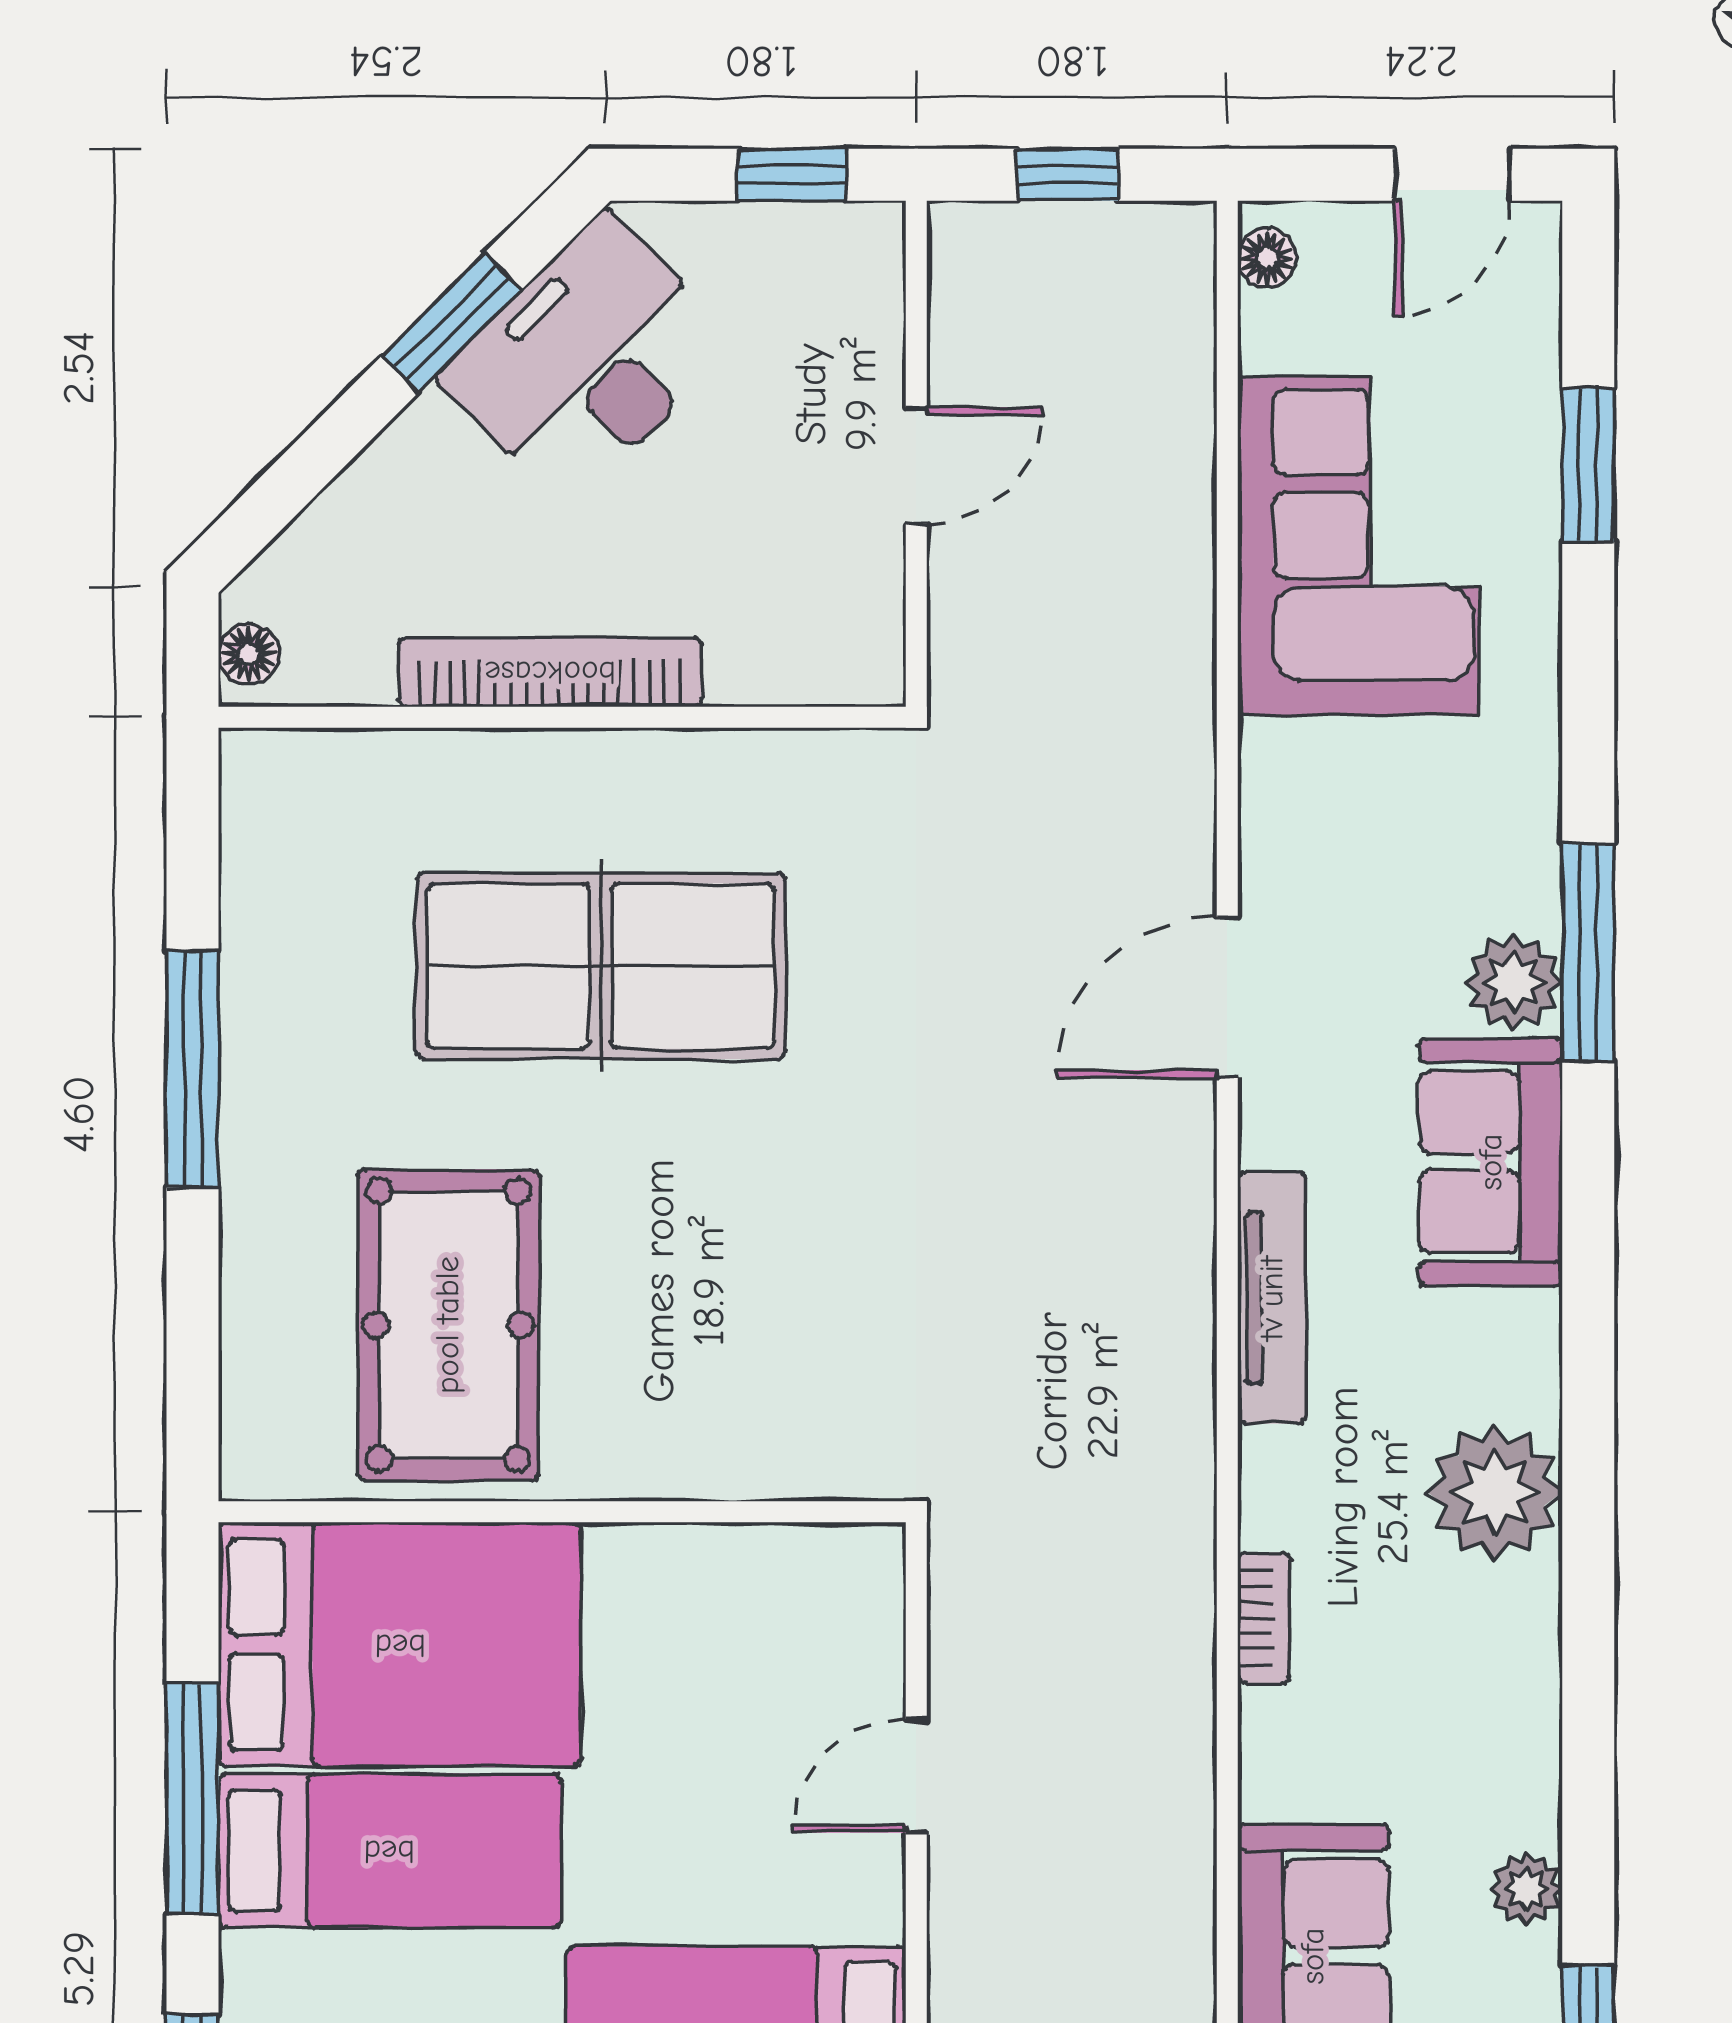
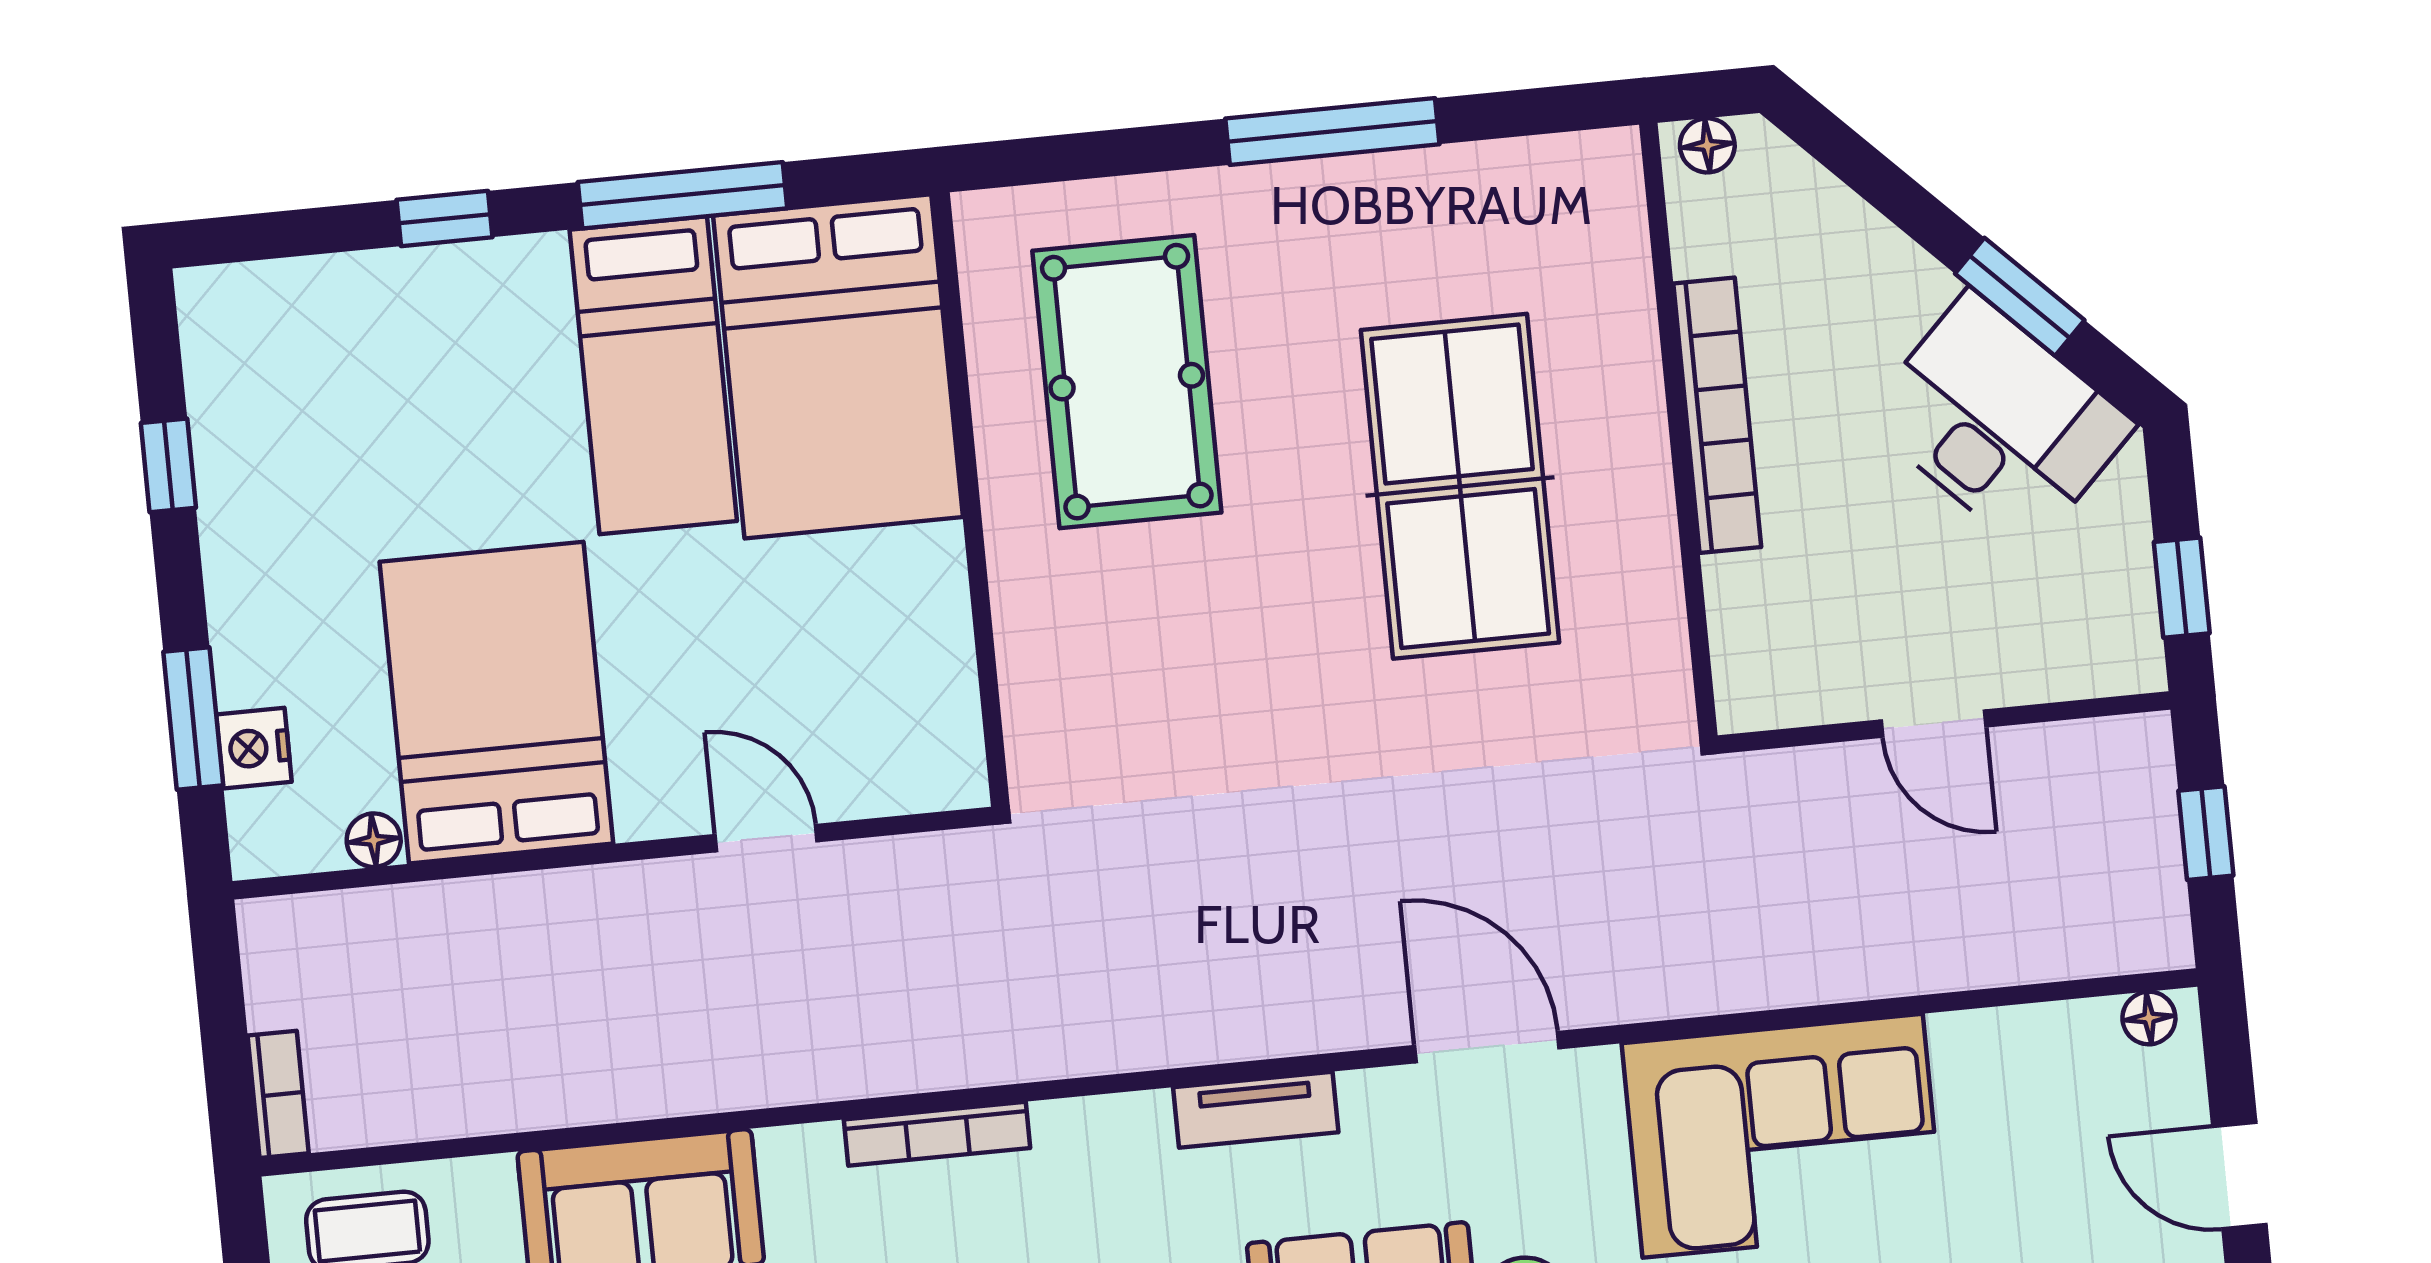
corner sofa: (1358, 546) -> (1783, 1136), moved
tv unit: (1272, 1298) -> (1256, 1110), width x0.71
pool table: (448, 1325) -> (1127, 382), turned 90
bookcase: (1264, 1618) -> (937, 1134), width x1.56

